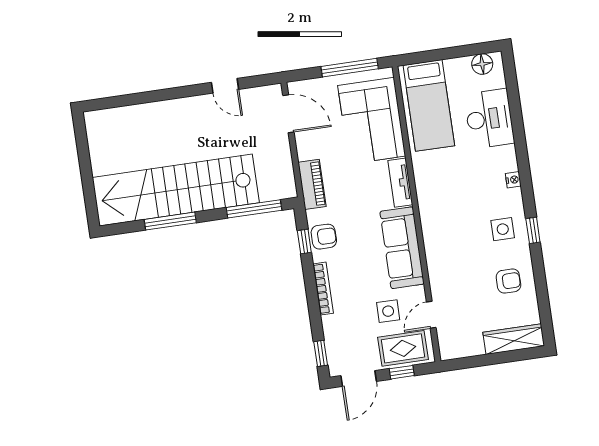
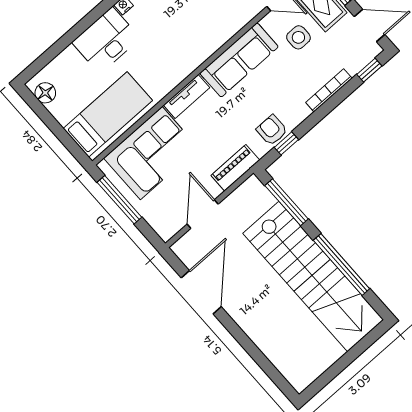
door: (225, 86) -> (201, 292), width x1.88
door: (288, 114) -> (203, 214), moved
desk: (489, 119) -> (106, 40), moved
window: (170, 221) -> (342, 264), width x1.46
bookcase: (323, 289) -> (329, 90), moved

